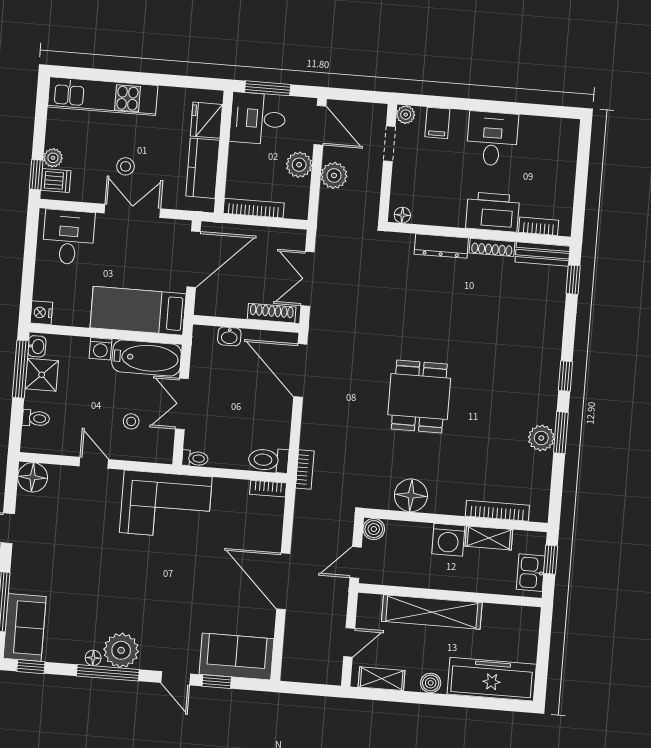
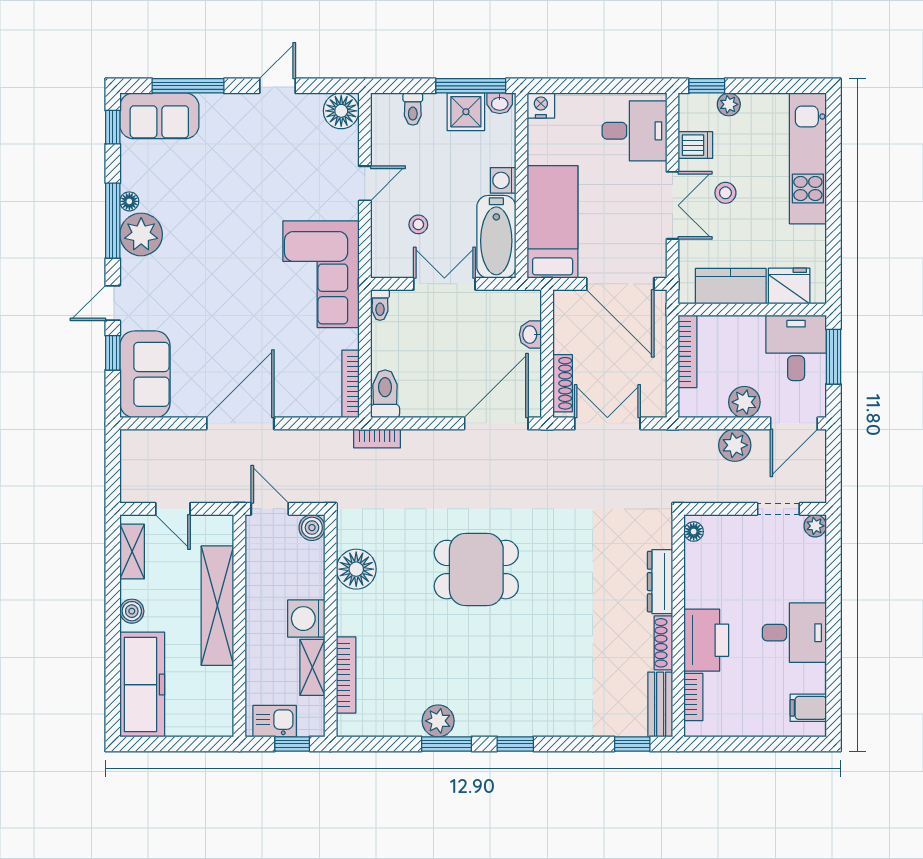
filing cabinet: (437, 123) -> (808, 708), moved
dishwasher: (56, 181) -> (695, 145), moved, turned -90
bookcase: (268, 489) -> (350, 384), width x1.56

